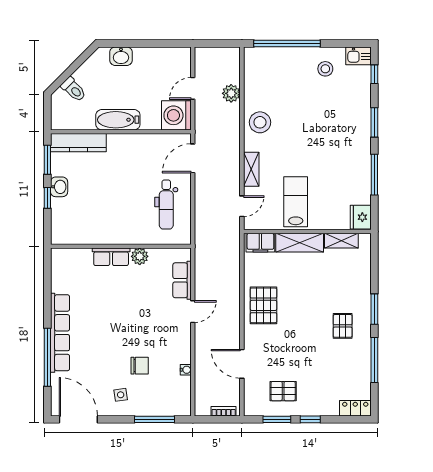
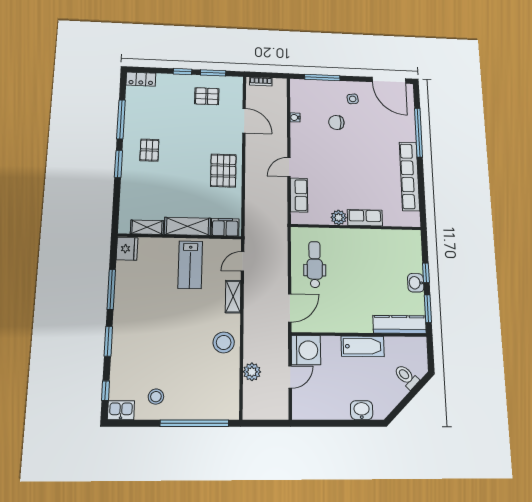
row of seats: (60, 333) -> (410, 176), moved

